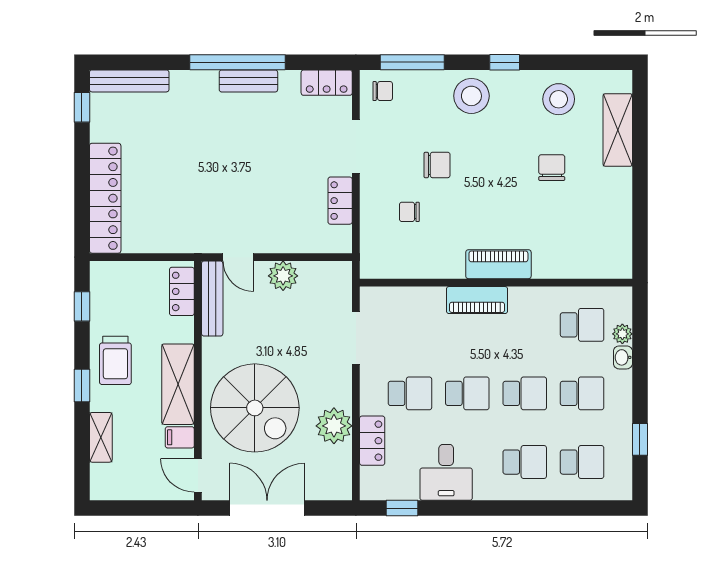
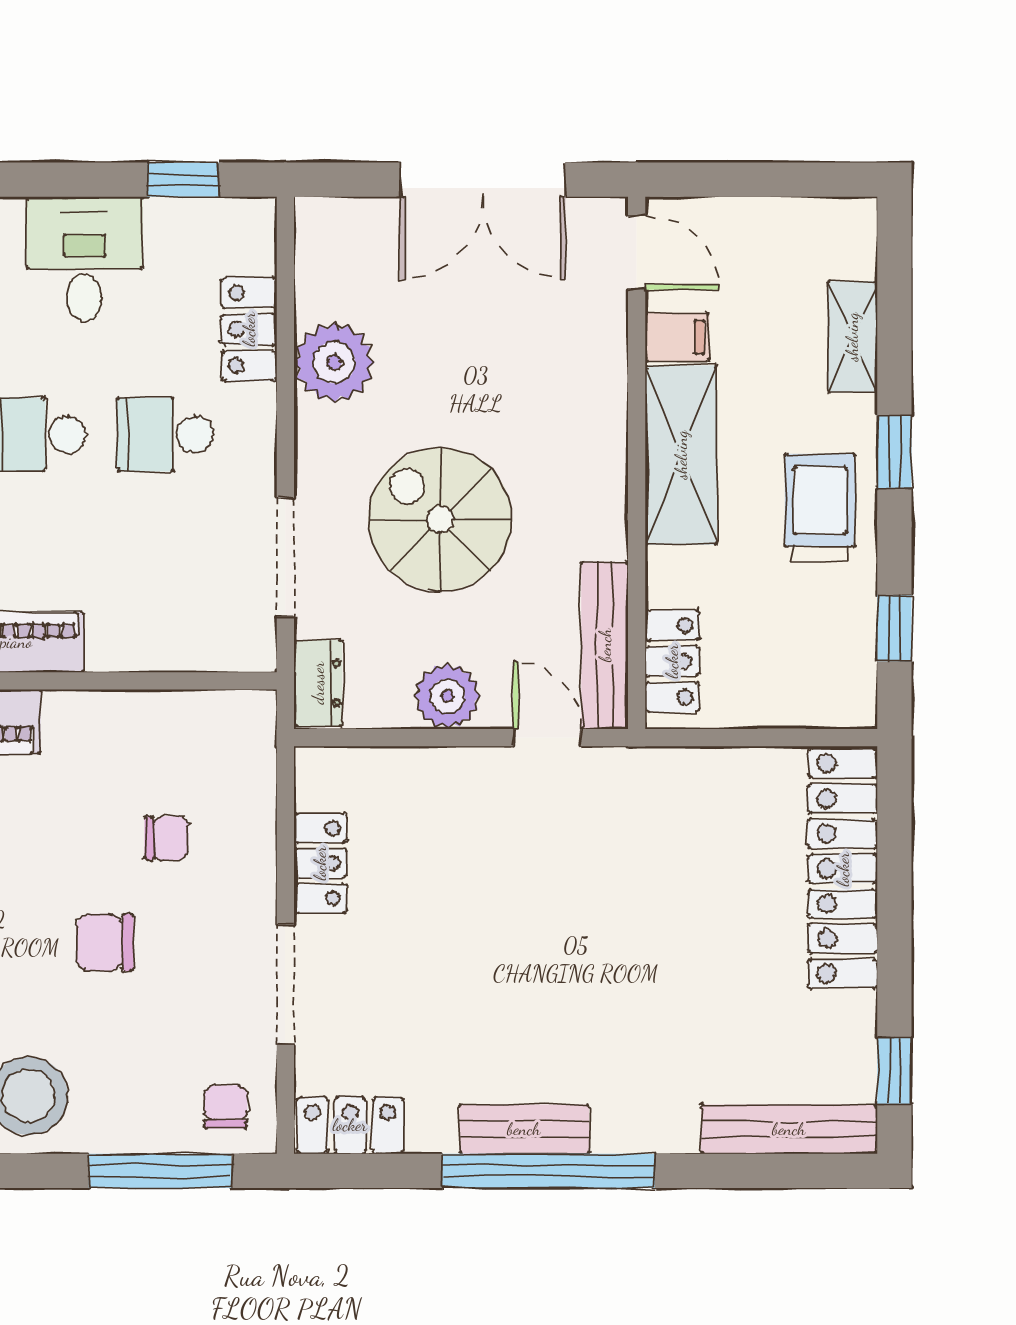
chair: (383, 91) -> (226, 1107), turned 90
dresser: (341, 282) -> (318, 683), added
spiral stairs: (255, 408) -> (440, 519), moved, width x0.73, depth x0.73

